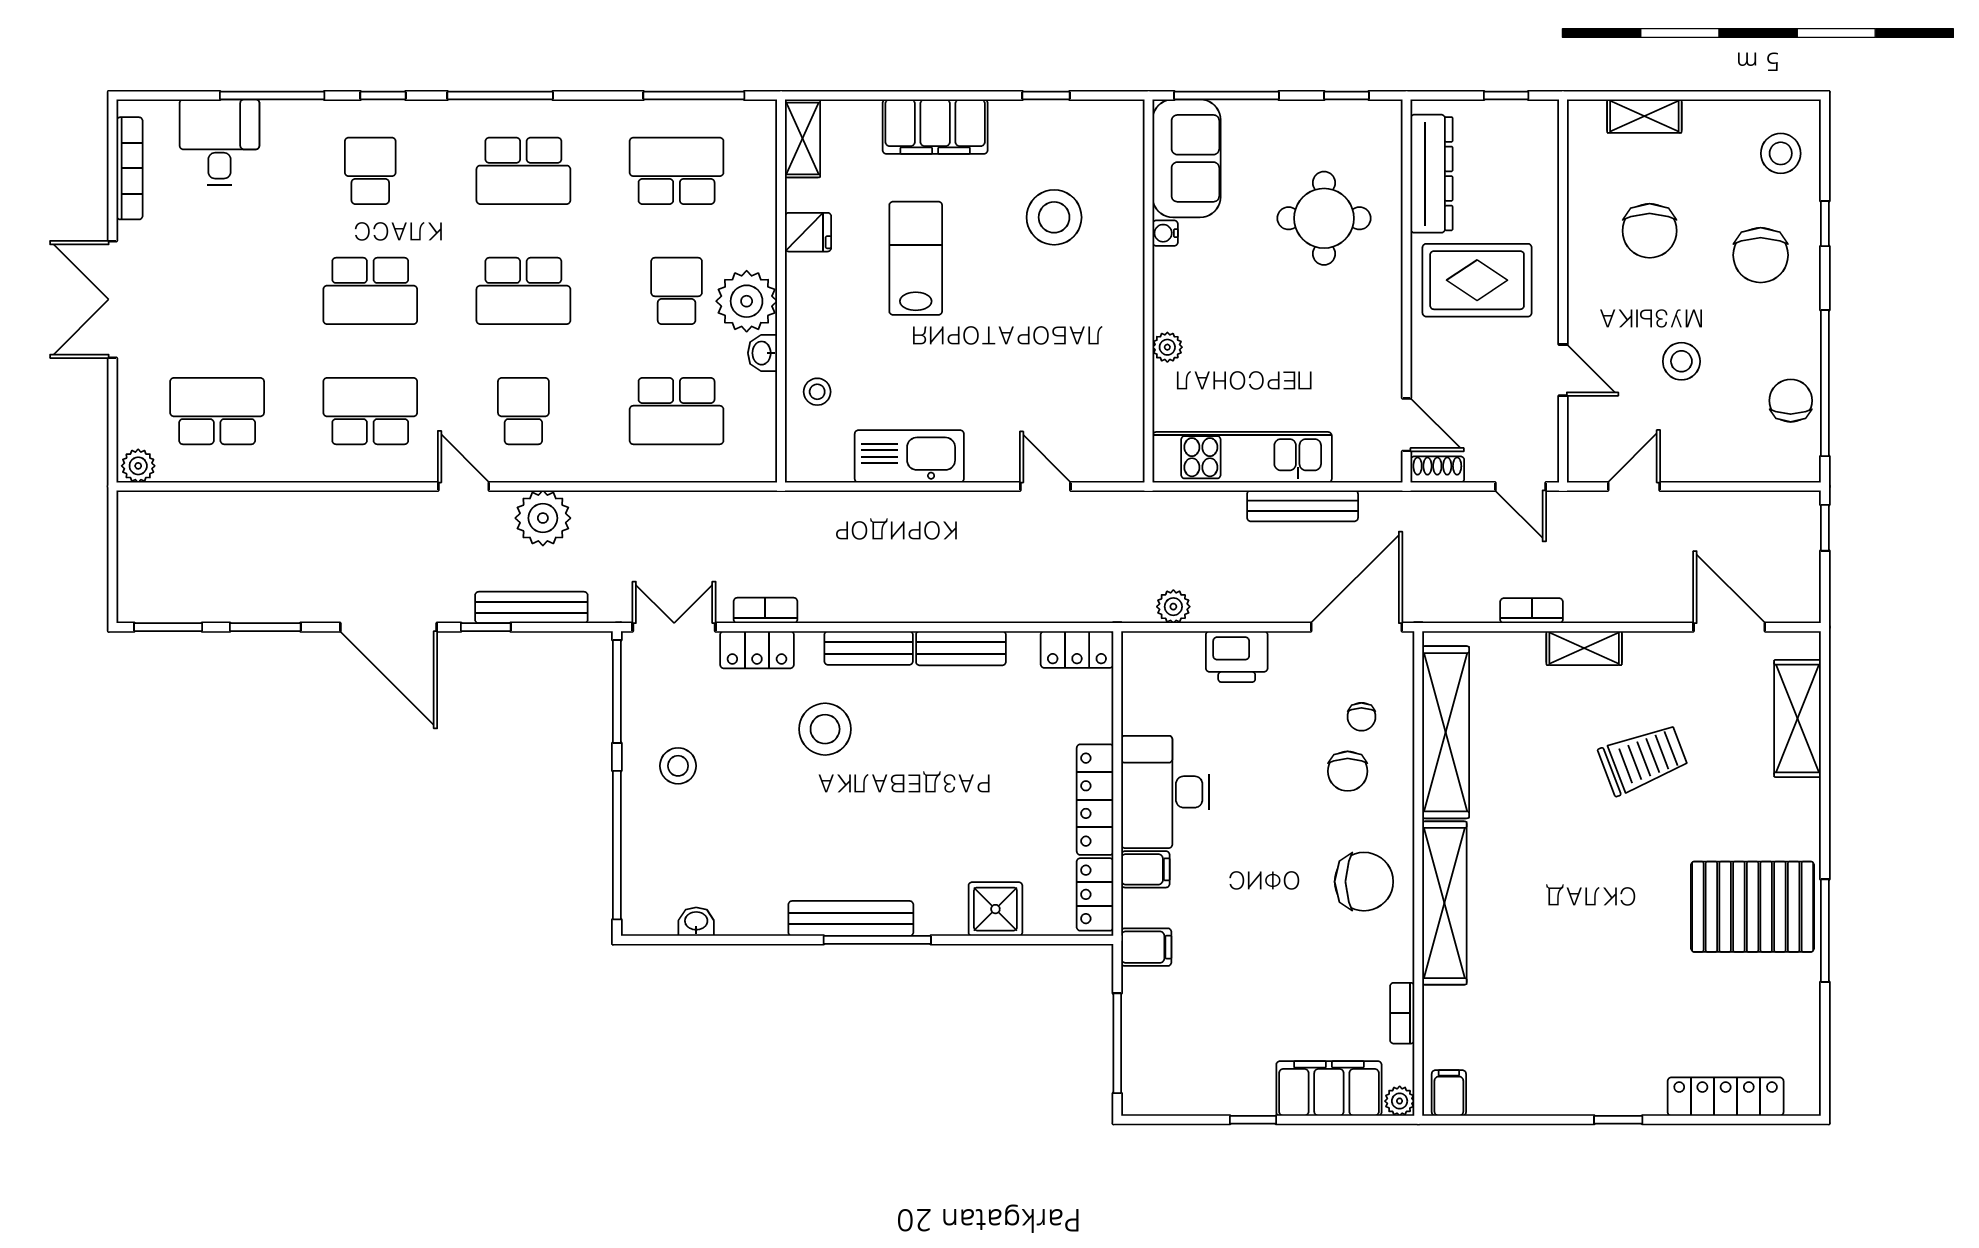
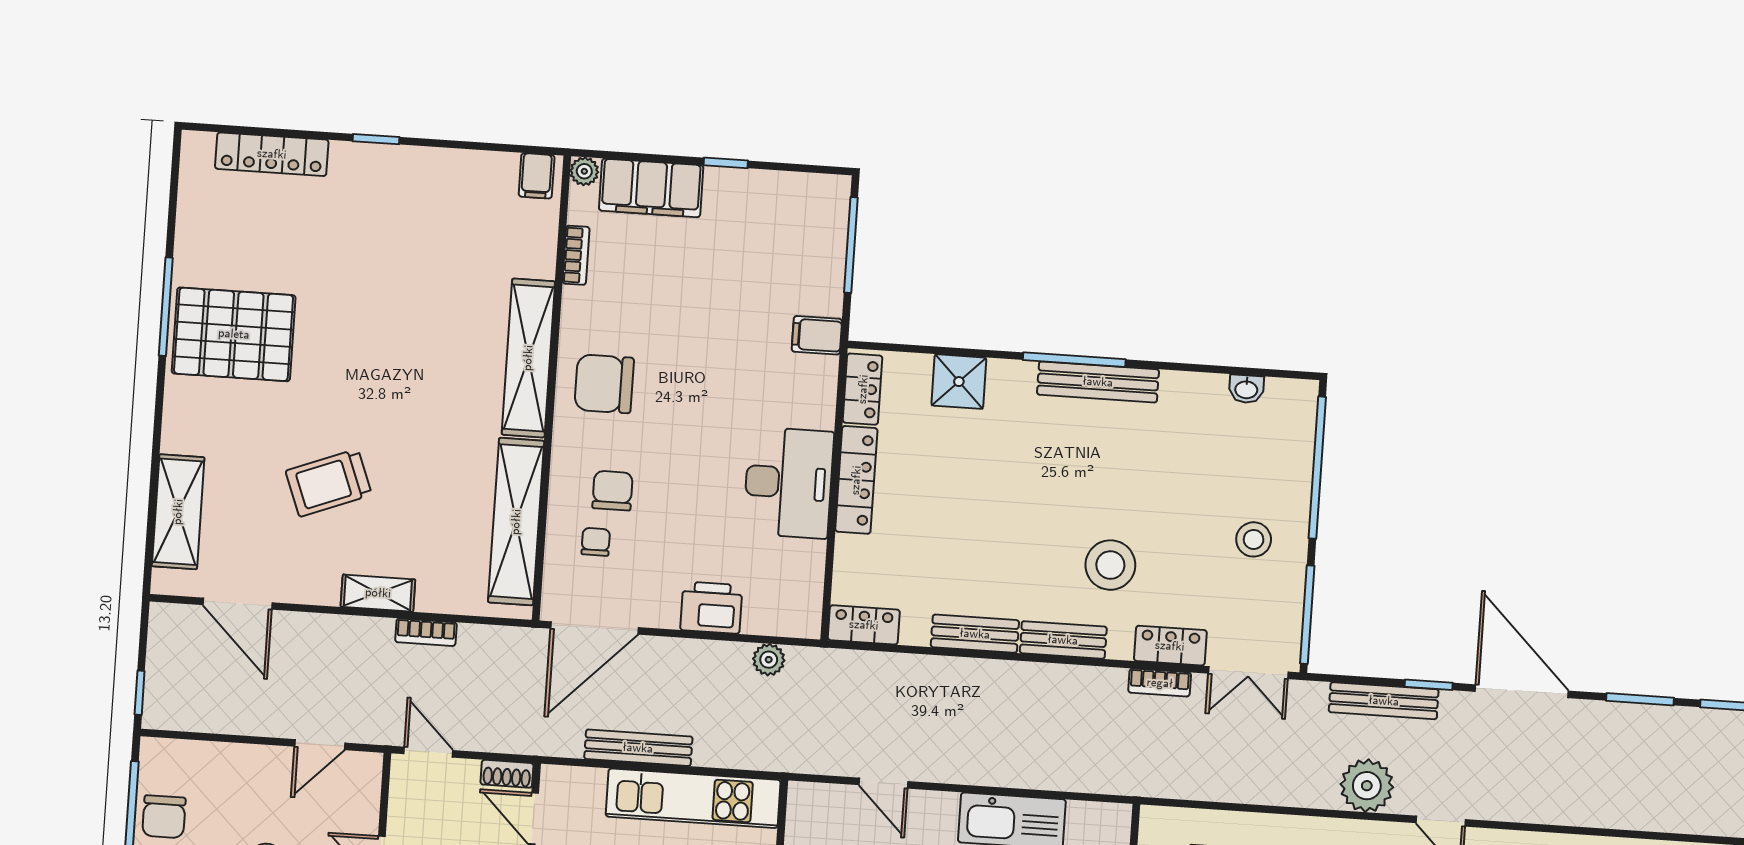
filing cabinet: (1145, 869) -> (813, 410), removed

